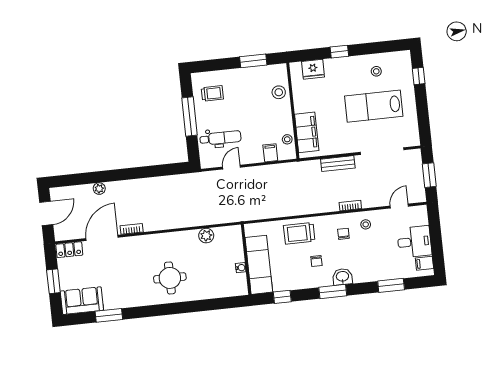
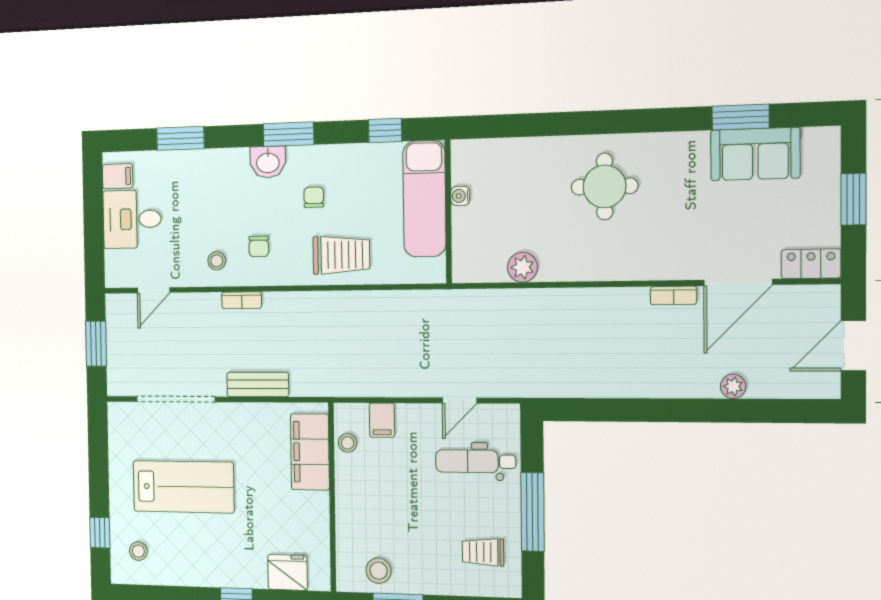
stool: (376, 71) -> (138, 551), moved
stool: (279, 92) -> (379, 571), moved
sofa: (82, 301) -> (755, 154), moved

